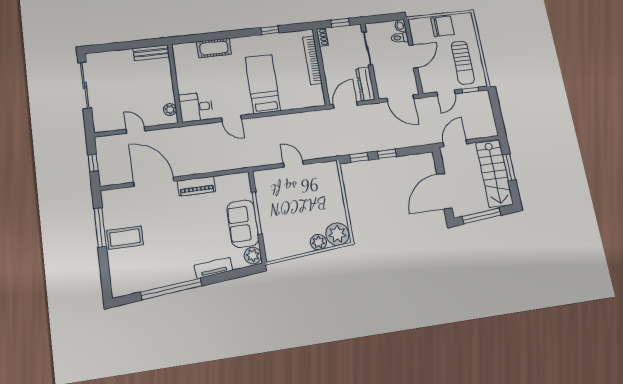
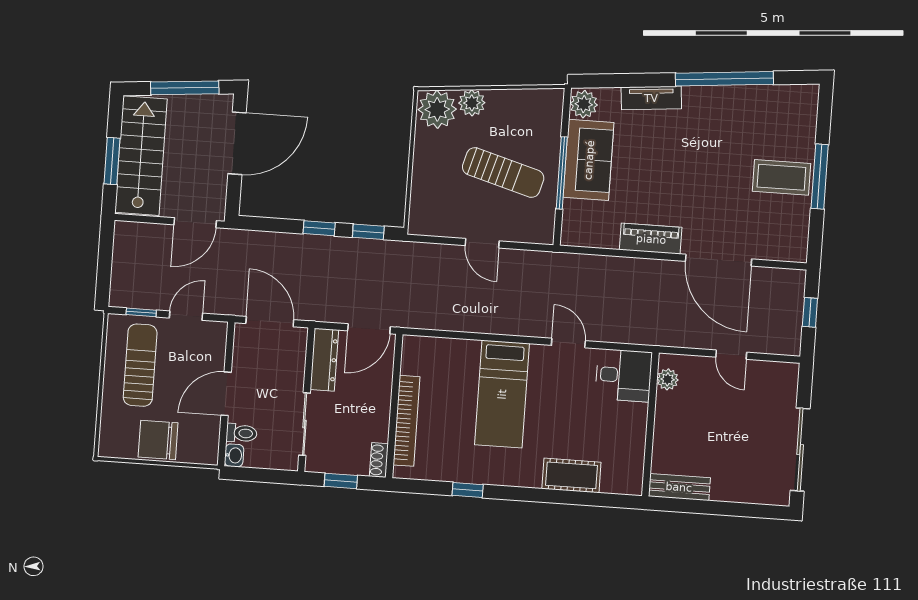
sun lounger: (291, 206) -> (503, 173), added
window: (100, 227) -> (820, 176), moved

